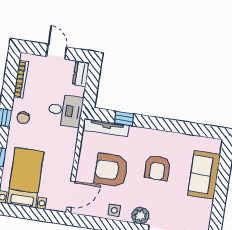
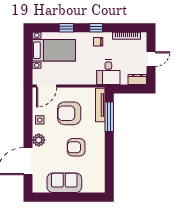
window: (124, 118) -> (109, 117), width x2.17
armchair: (111, 170) -> (69, 113), turned -90
sofa: (204, 175) -> (64, 183), moved
door: (71, 194) -> (47, 86), hinge flipped

